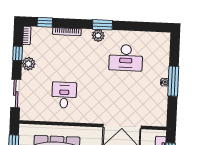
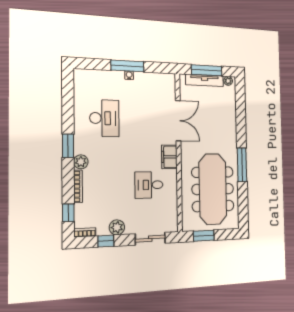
plant: (98, 36) -> (81, 162), moved
filing cabinet: (89, 116) -> (169, 157), added

